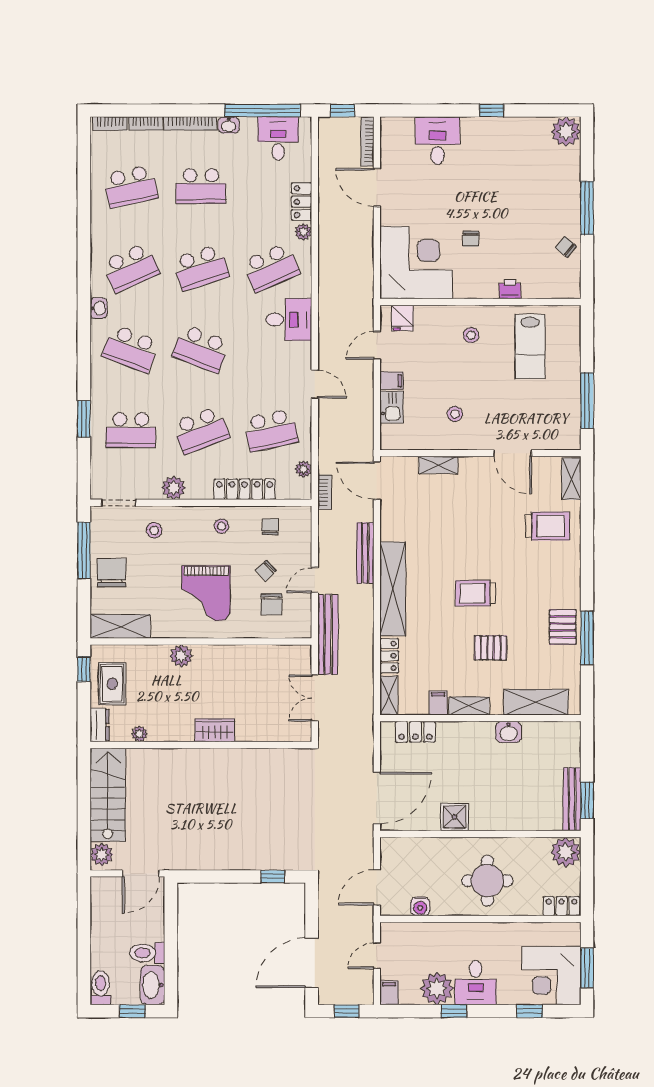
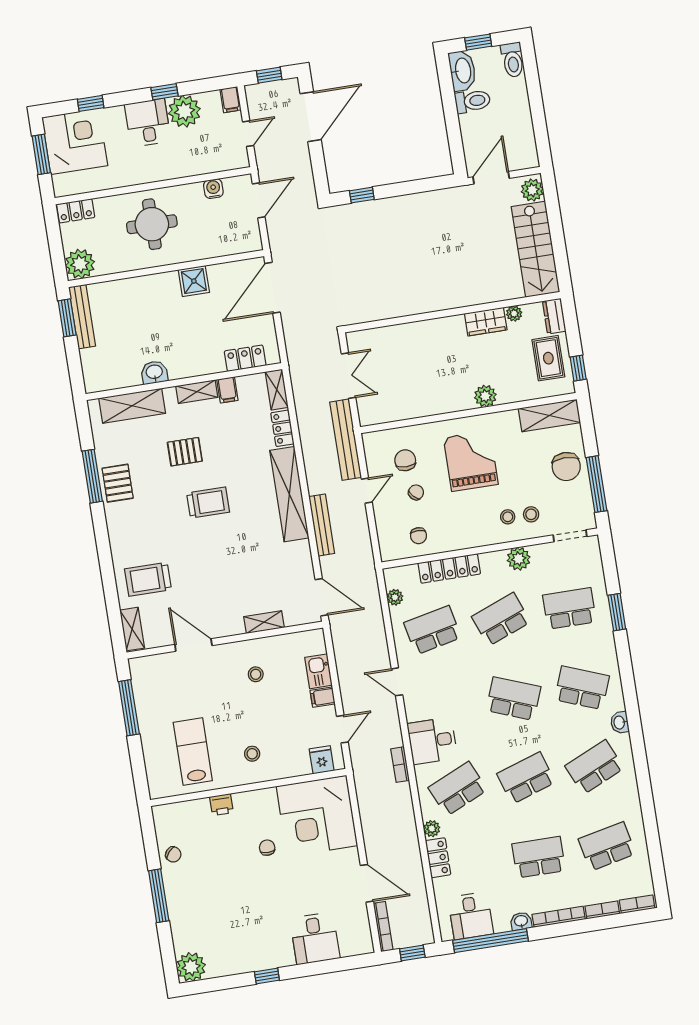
bookcase: (325, 492) -> (400, 765), moved
stool: (221, 526) -> (508, 517), moved
wardrobe: (215, 730) -> (486, 322), moved

